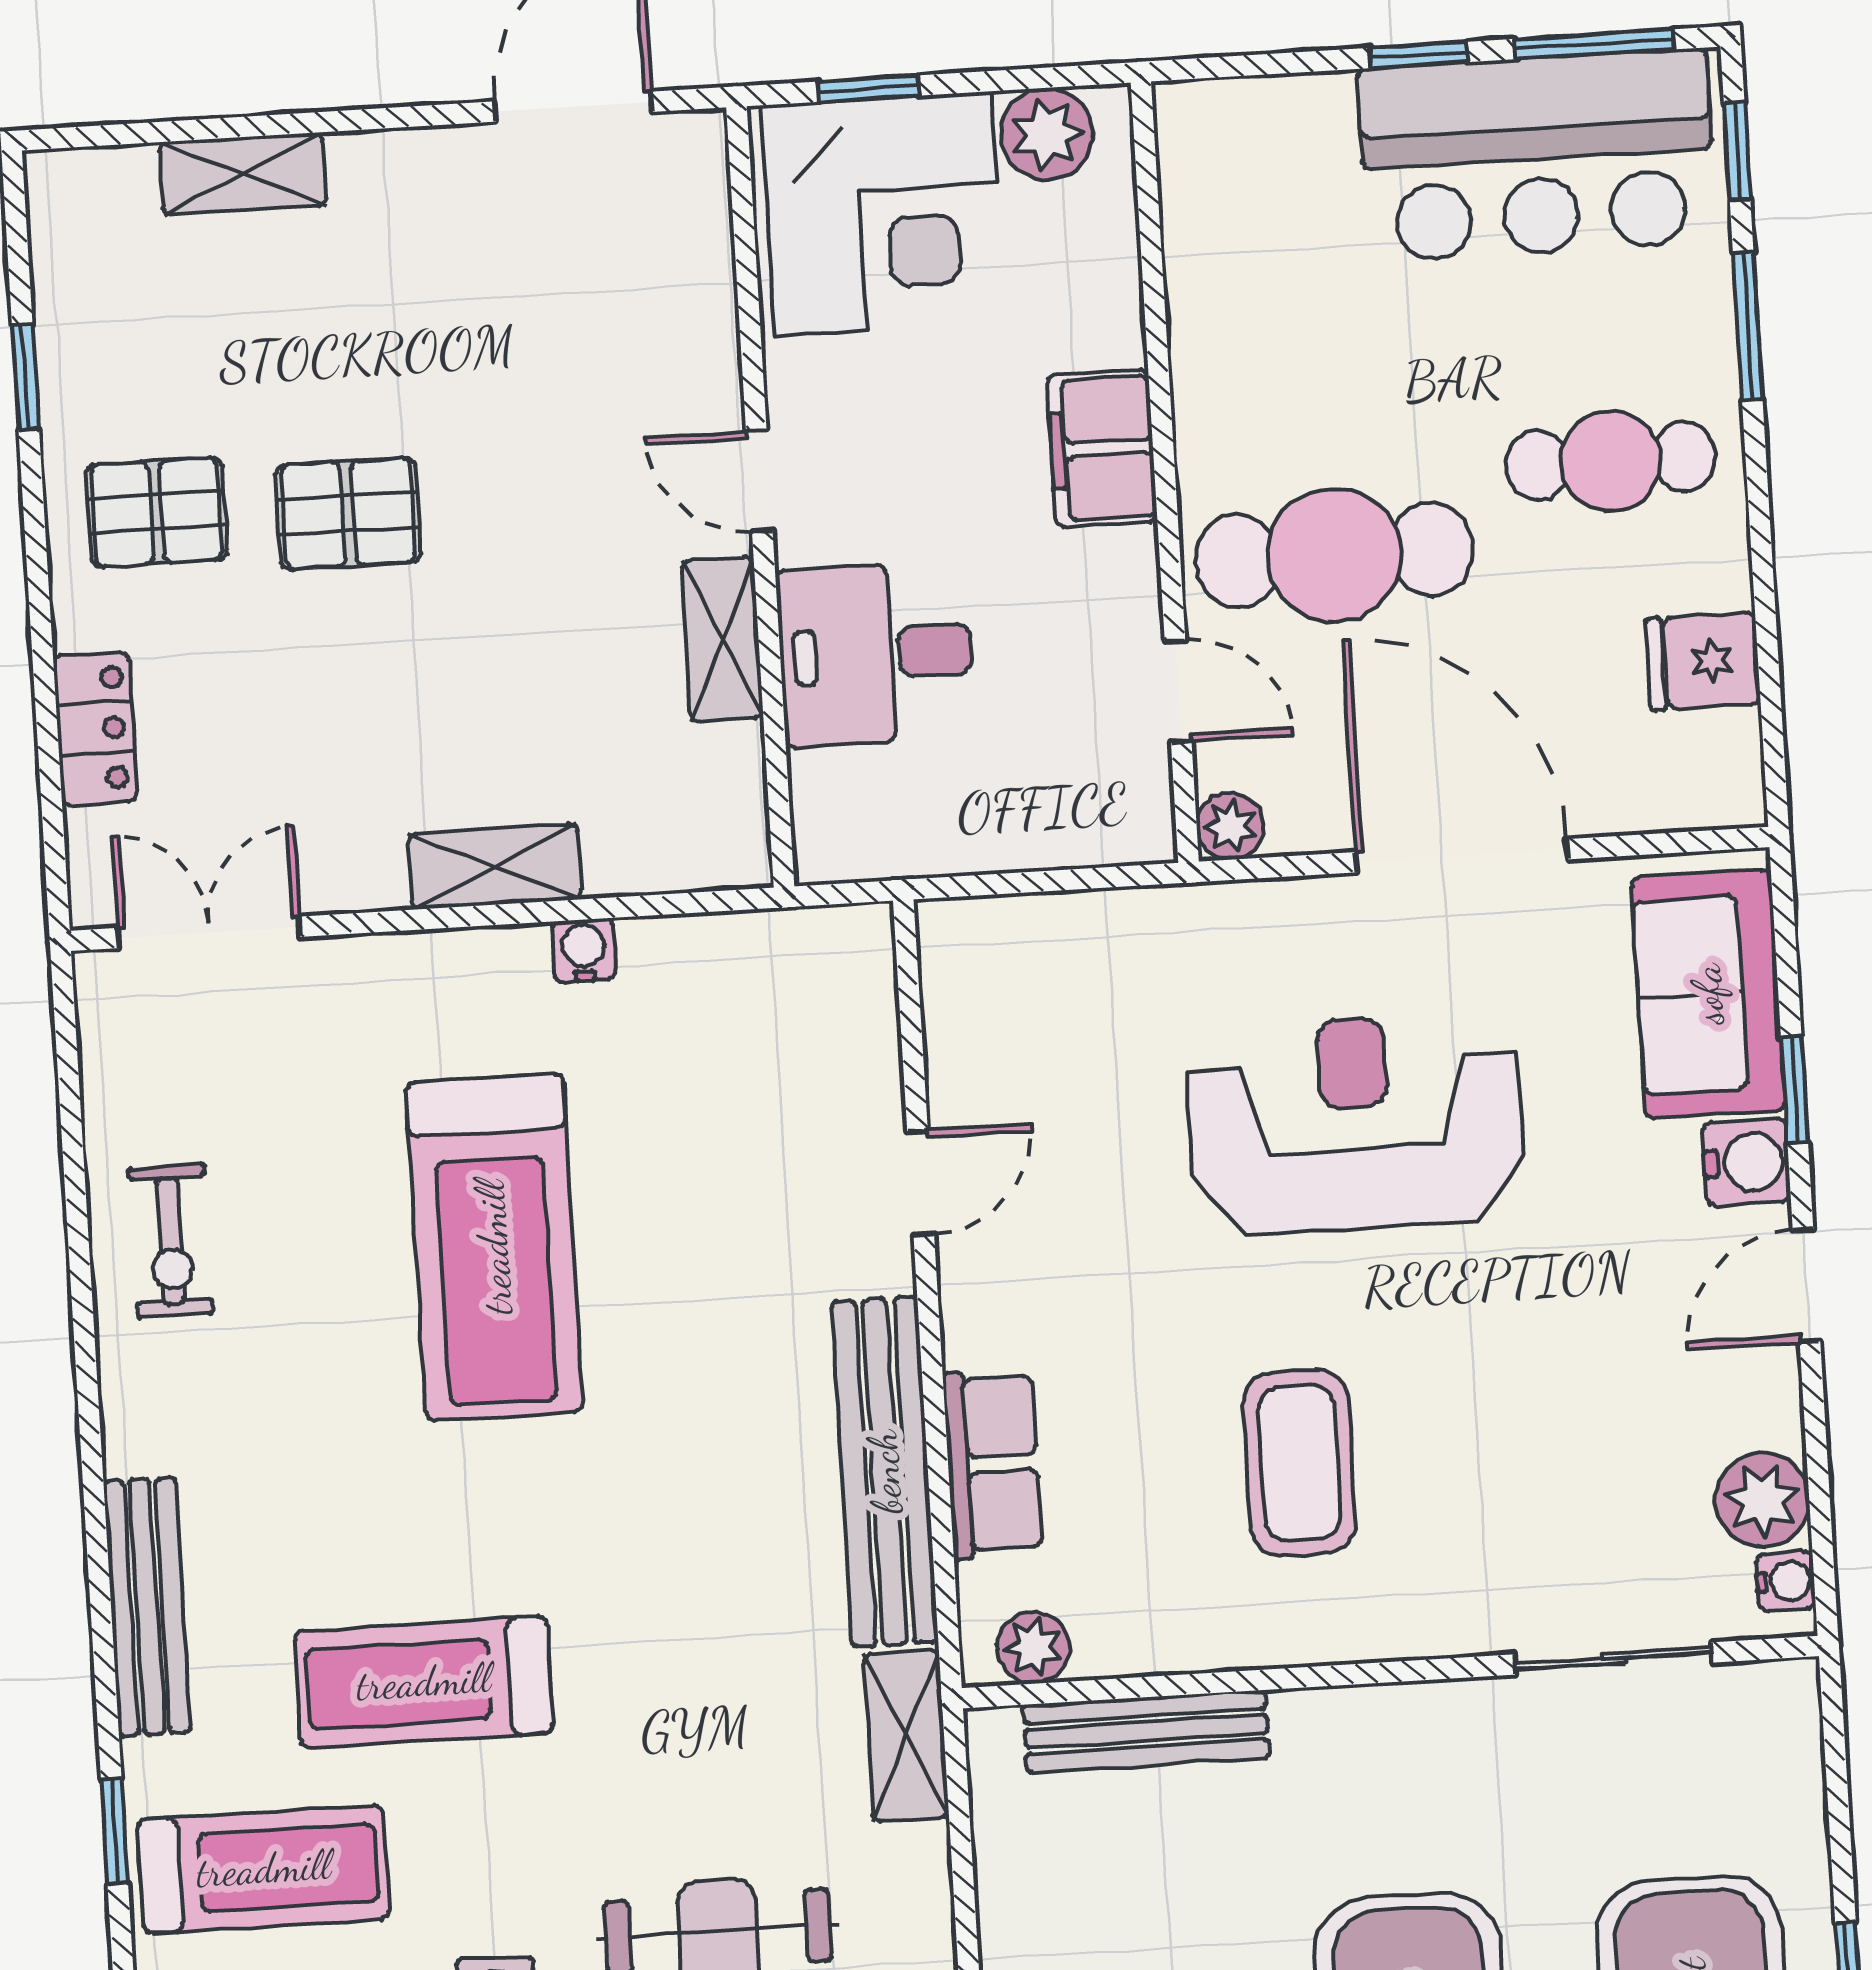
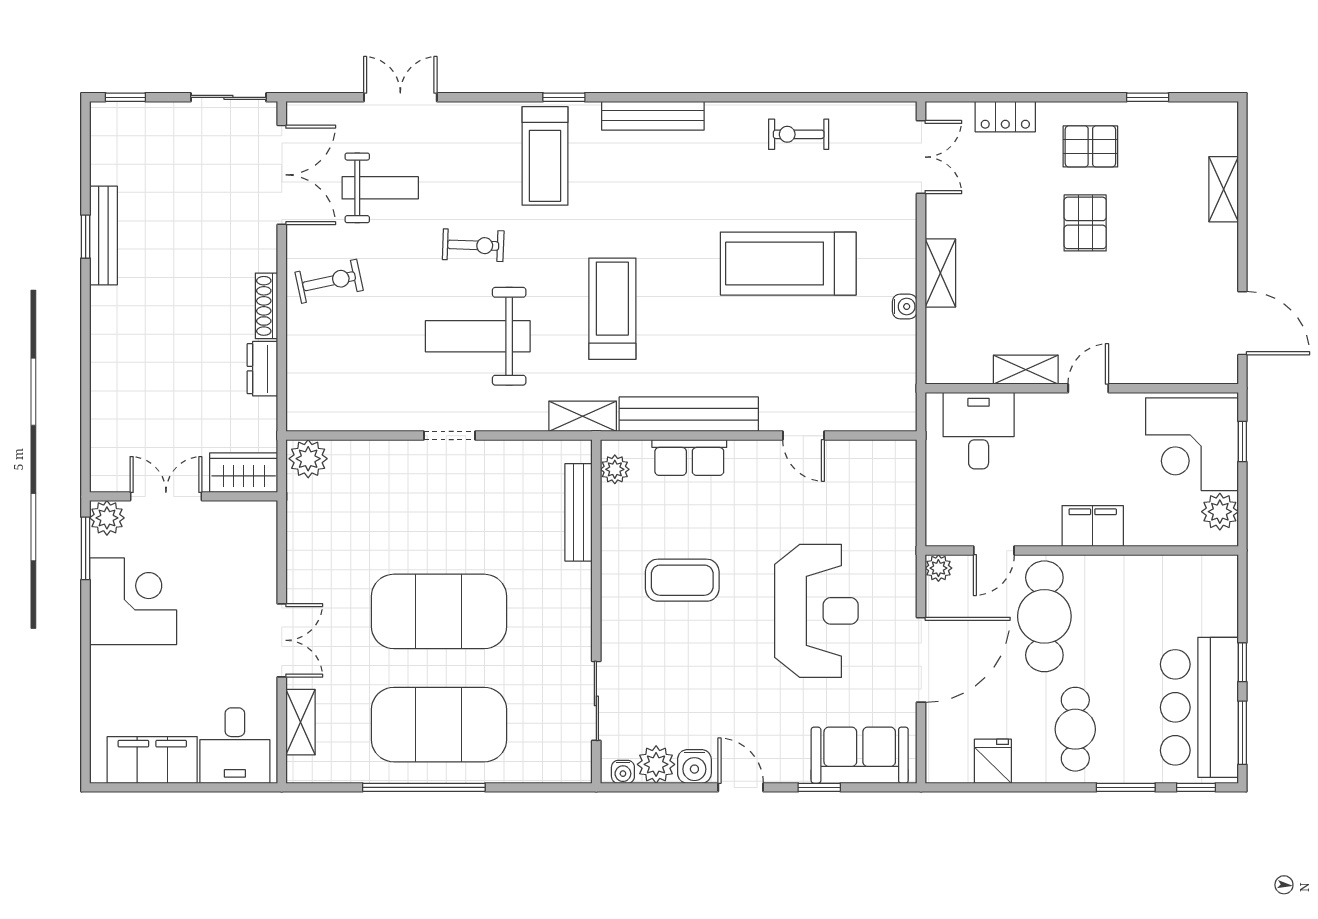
pallet: (157, 512) -> (1090, 146), turned 90
desk: (876, 654) -> (979, 431), moved
water cooler: (1747, 1162) -> (694, 766), moved
treadmill: (424, 1682) -> (612, 309), moved

